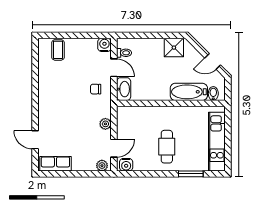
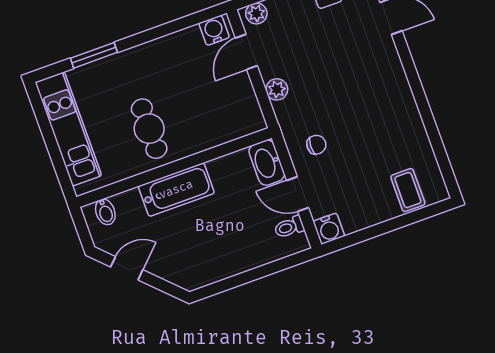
shower: (174, 48) -> (204, 268), removed
bathtub: (189, 92) -> (176, 190), moved
cafe table: (167, 147) -> (149, 129), moved

